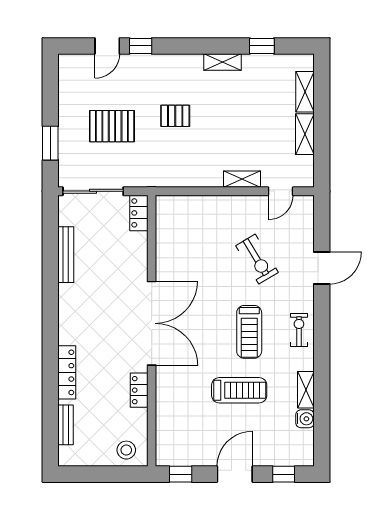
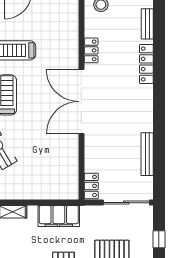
window: (50, 143) -> (159, 239), width x0.67
filing cabinet: (181, 173) -> (59, 216), added

